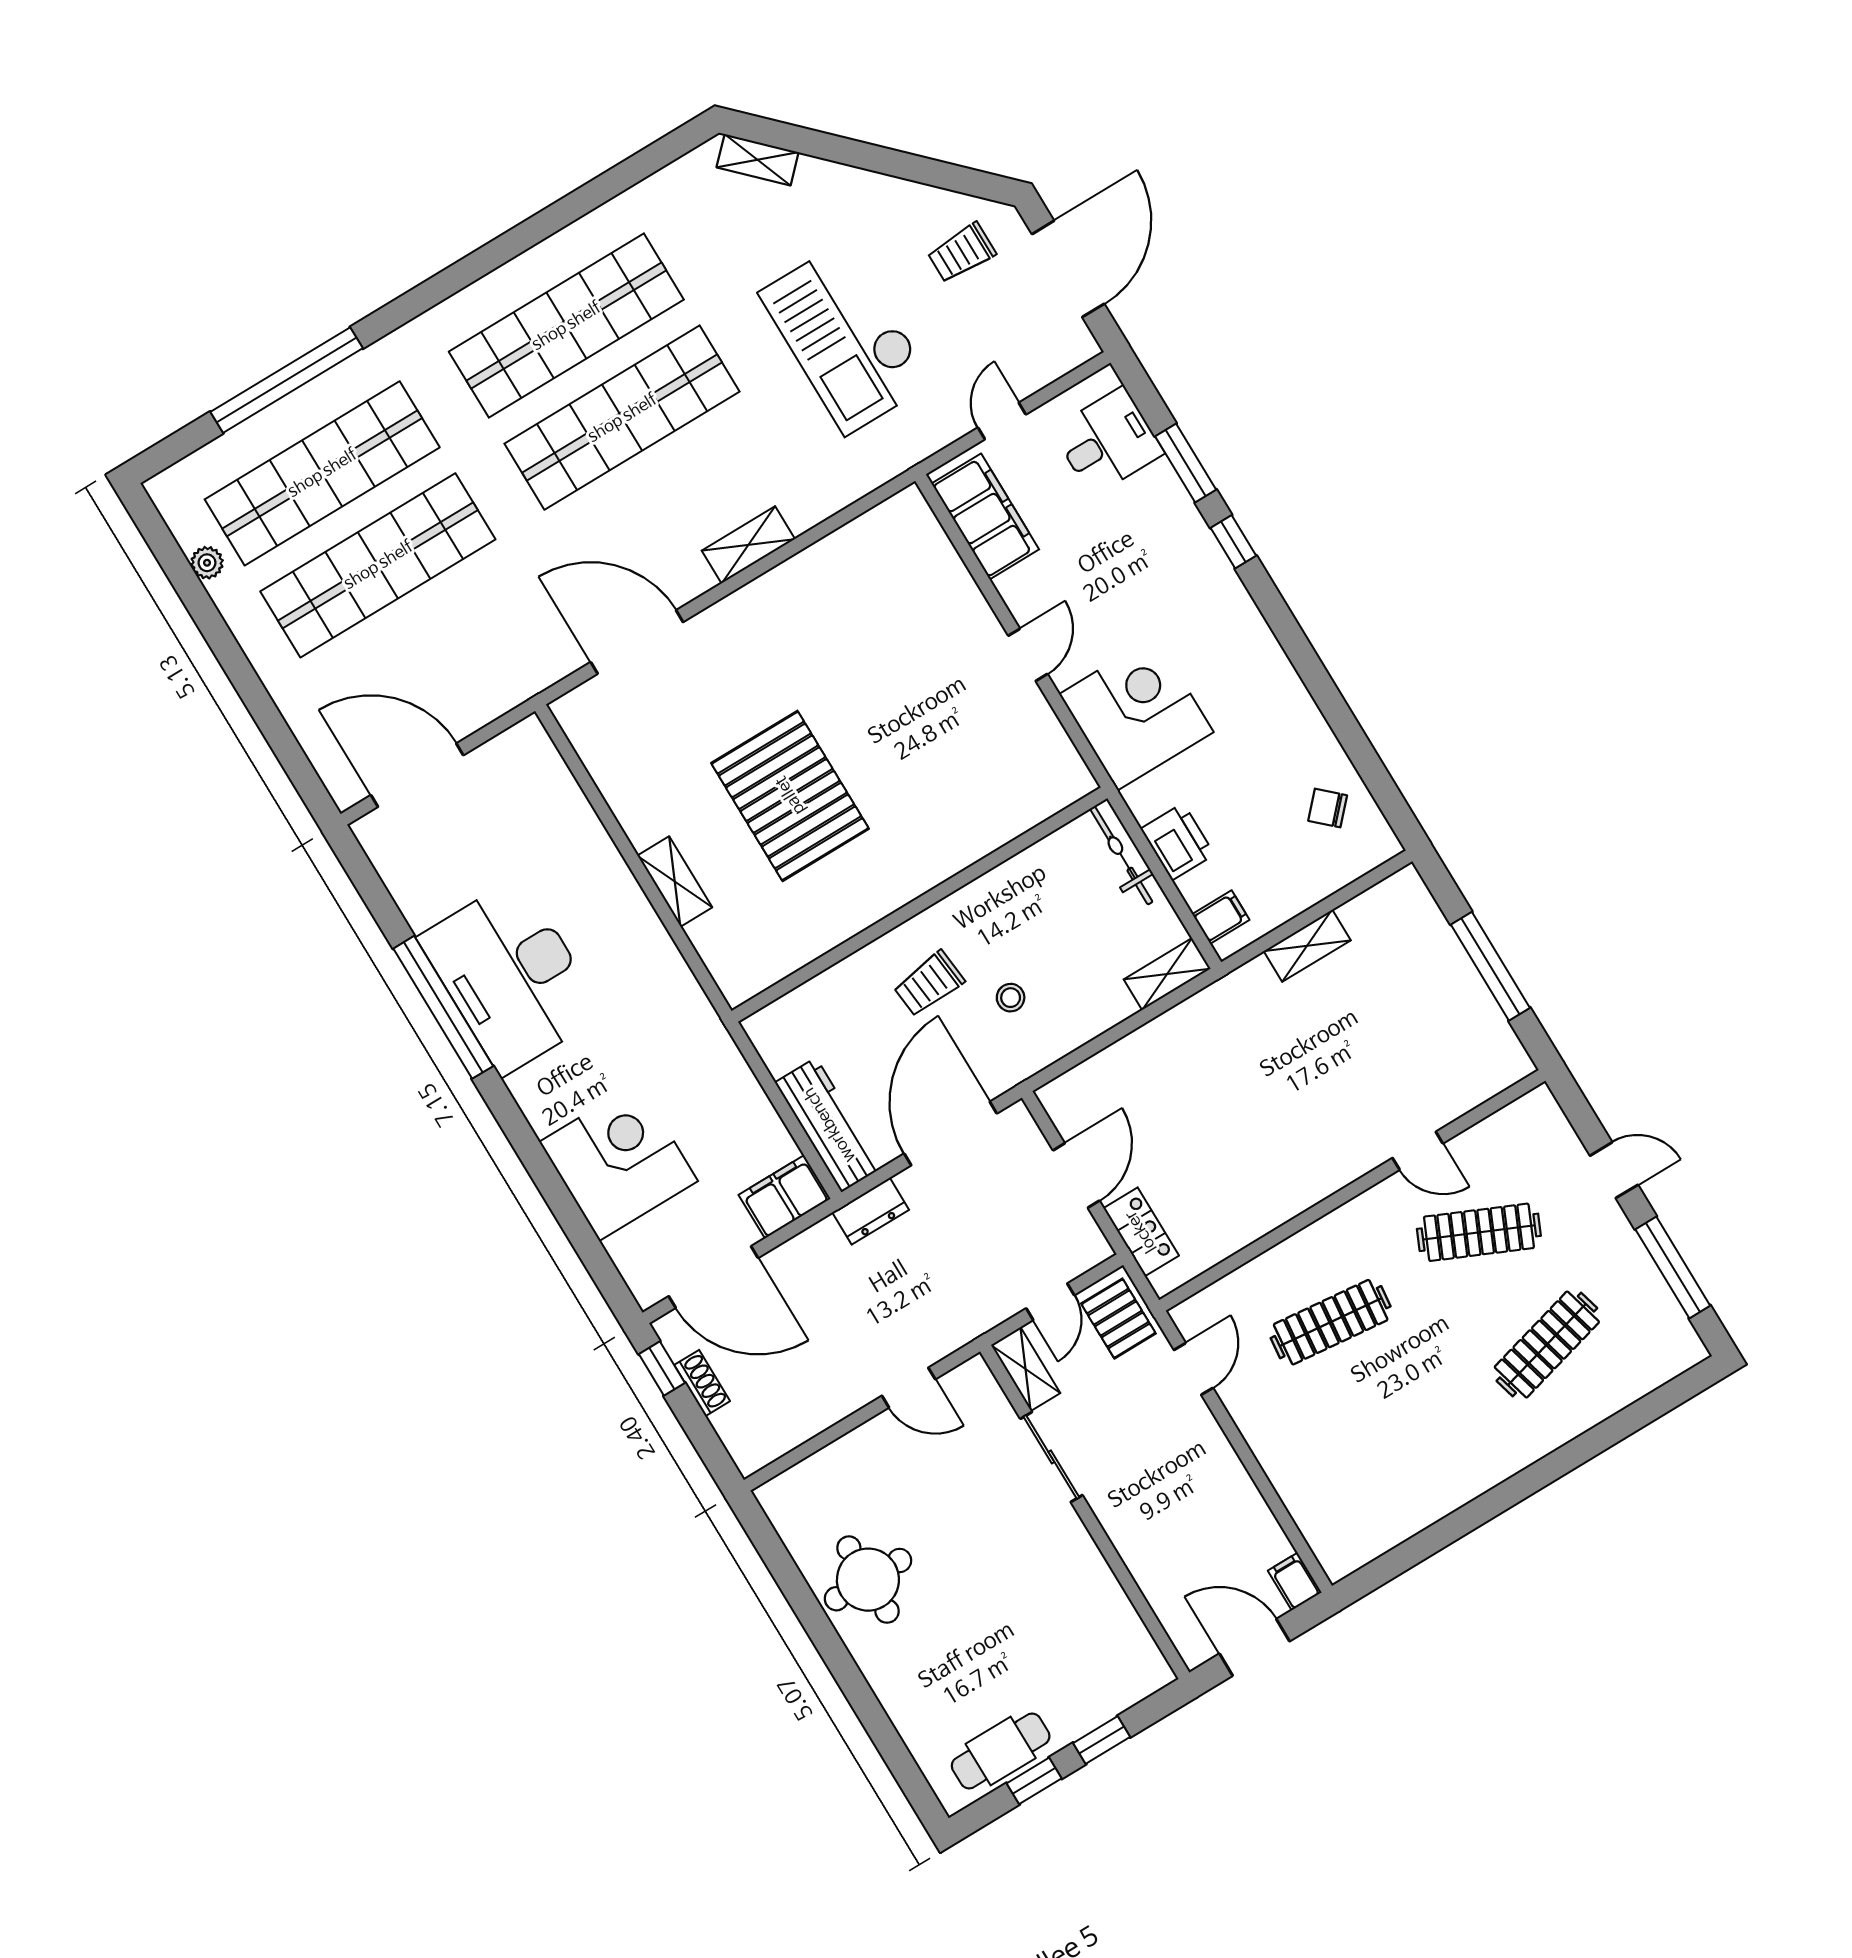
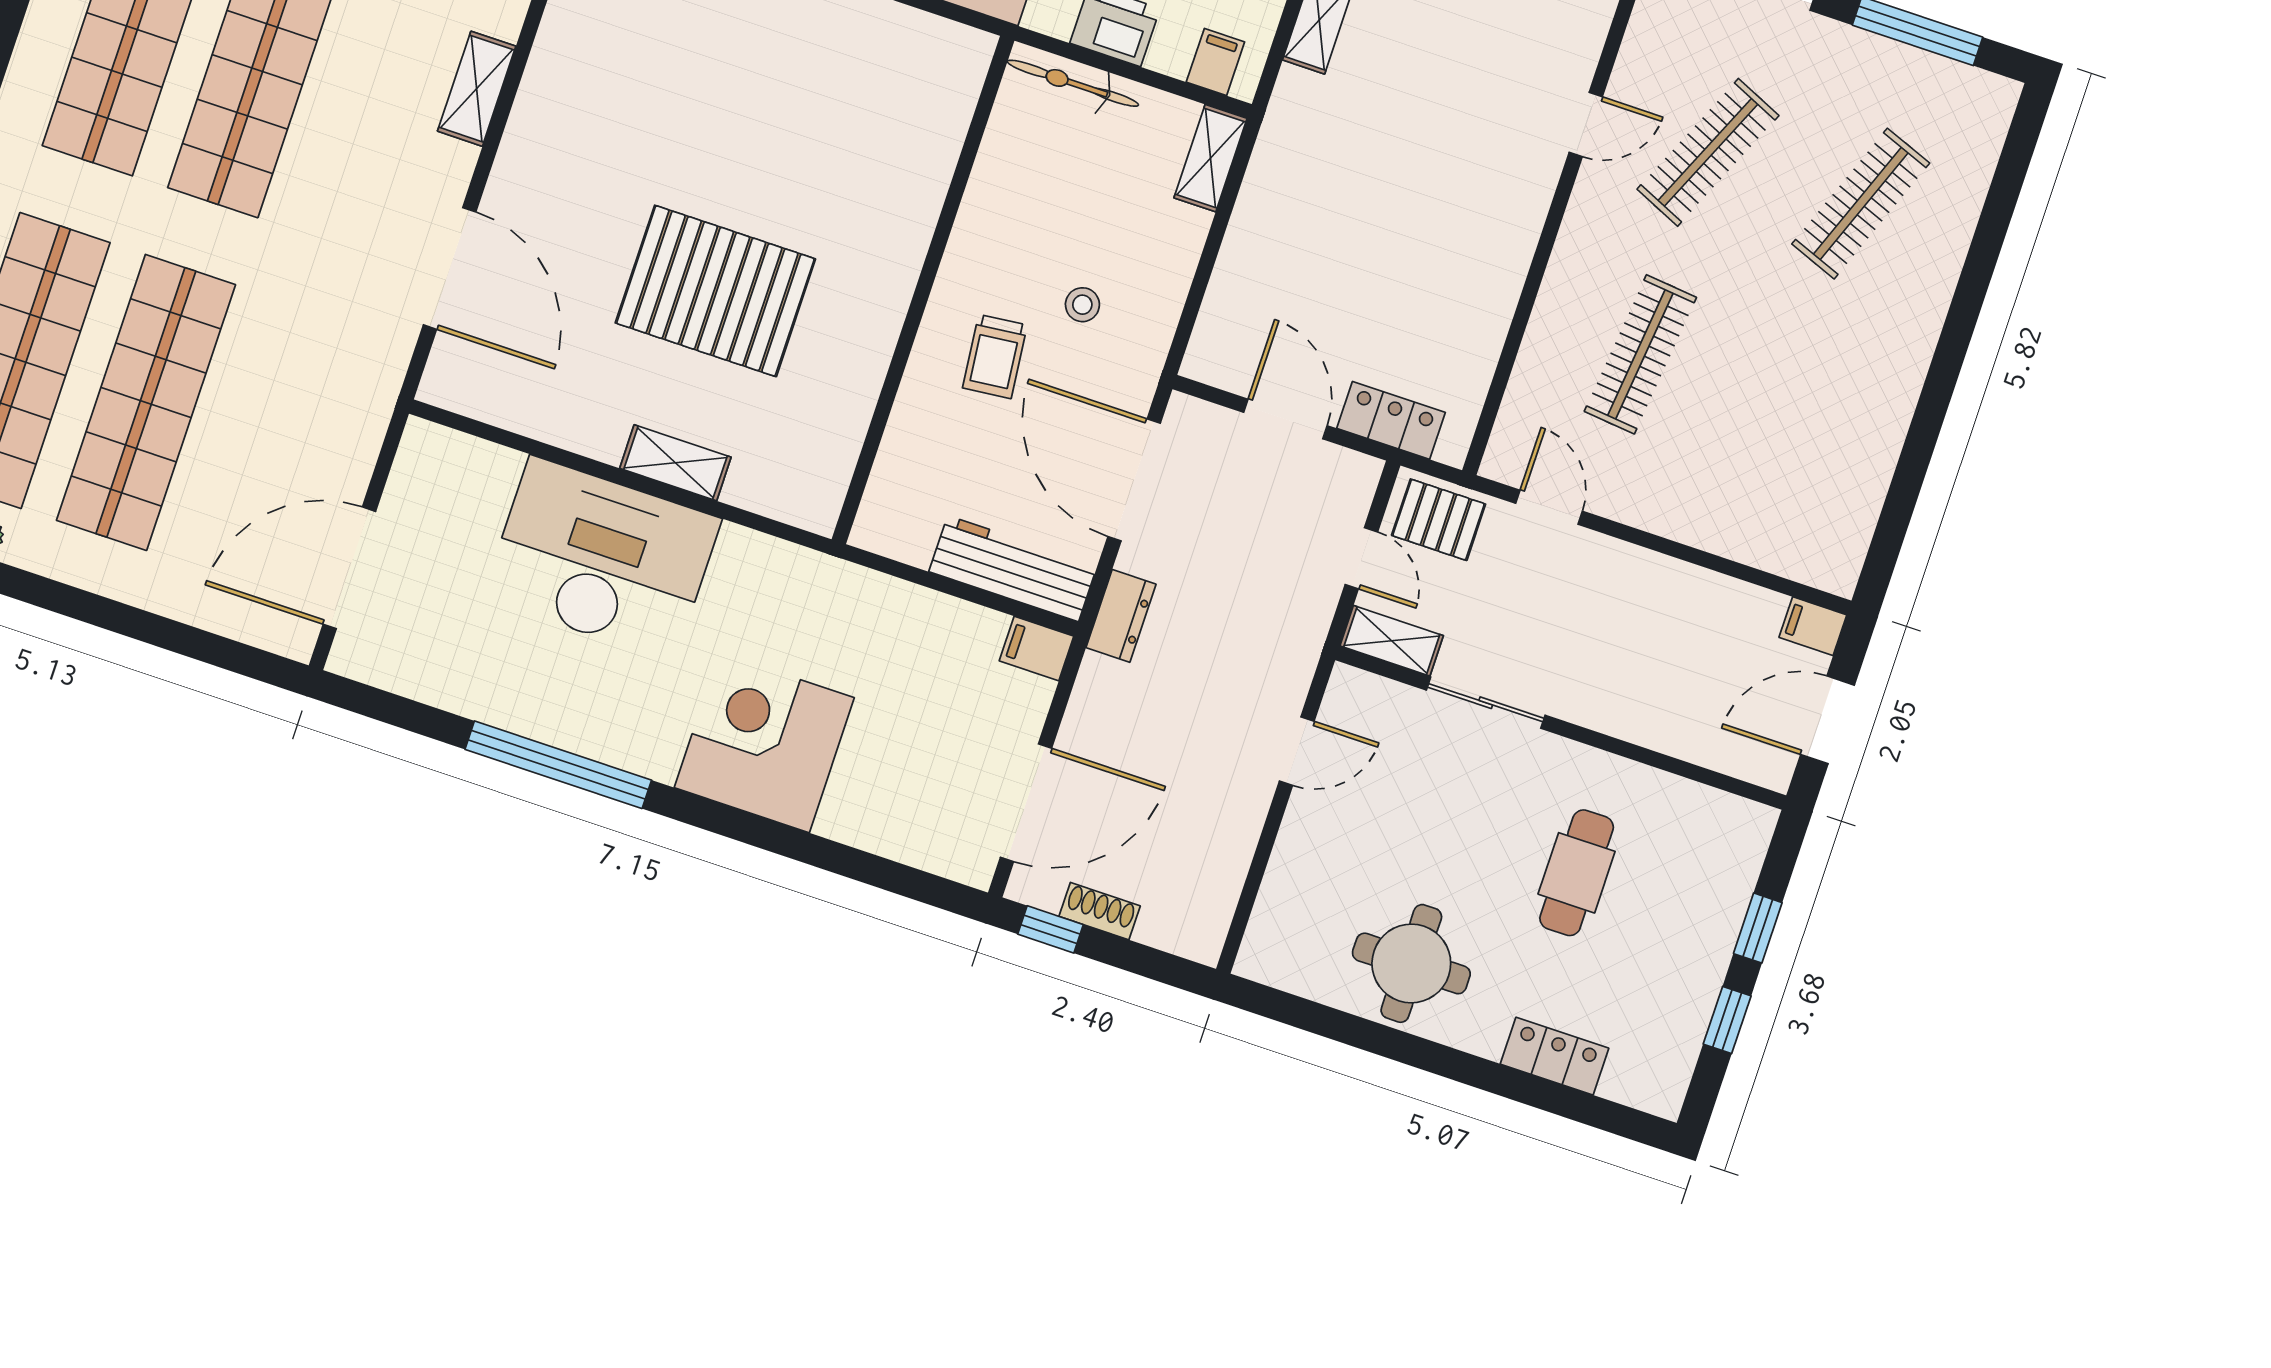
door: (637, 642) -> (450, 268), swing flipped
desk: (511, 976) -> (602, 559), moved, turned 180
corner desk: (619, 1161) -> (764, 743), moved
filing cabinet: (785, 1197) -> (1036, 649), width x0.50
clothes rail: (1547, 1344) -> (1861, 204), turned 36
locker: (908, 1712) -> (1555, 1056), added
cafe table: (1001, 1751) -> (1577, 873), moved

